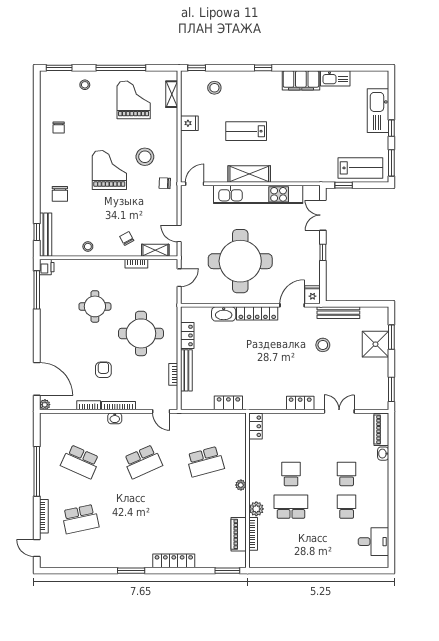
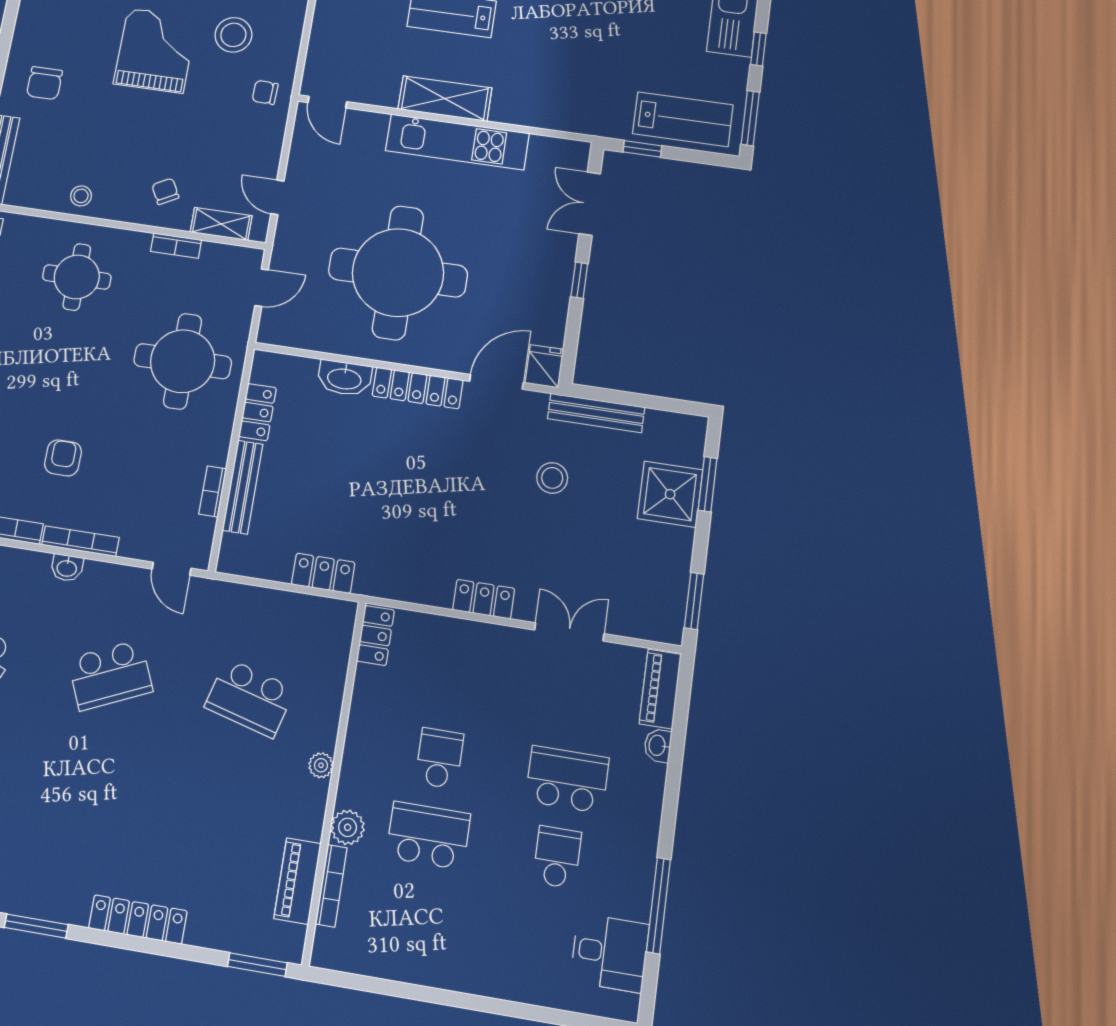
door: (195, 184) -> (327, 102), swing flipped
kitchen unit: (258, 194) -> (457, 142), width x0.73
round table: (95, 306) -> (77, 277), moved
round table: (141, 333) -> (183, 361), moved
school desk: (205, 462) -> (250, 698), turned 30
school desk: (347, 474) -> (567, 779), width x1.85
window: (391, 519) -> (658, 906), added

